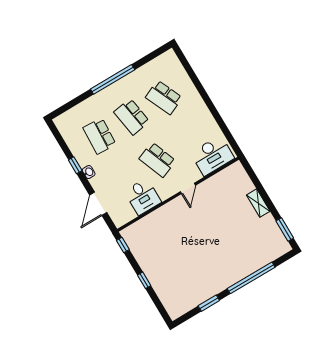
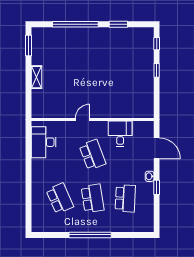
desk: (212, 156) -> (44, 142), moved, turned -90
door: (98, 204) -> (157, 148), hinge flipped
window: (123, 245) -> (157, 44), moved

